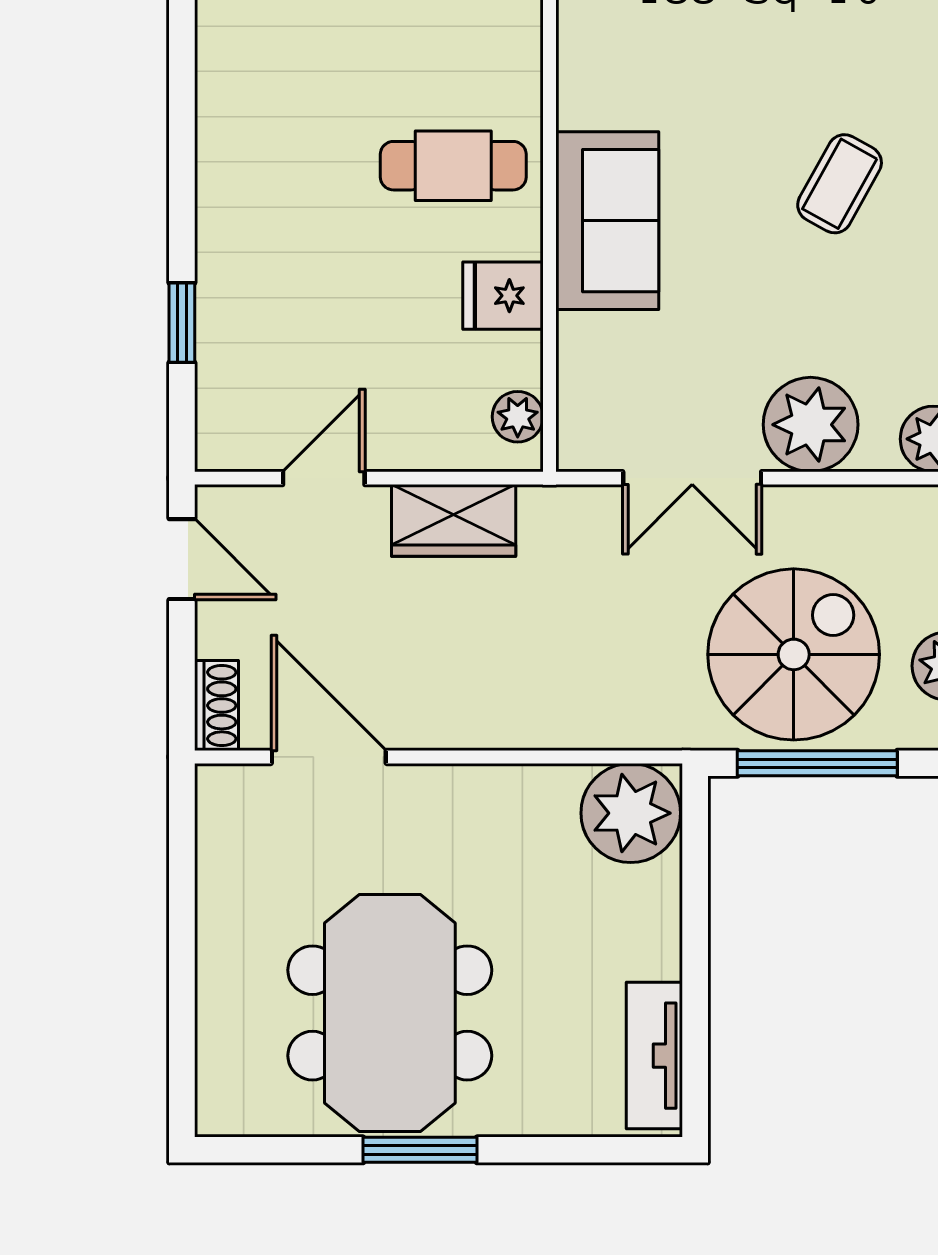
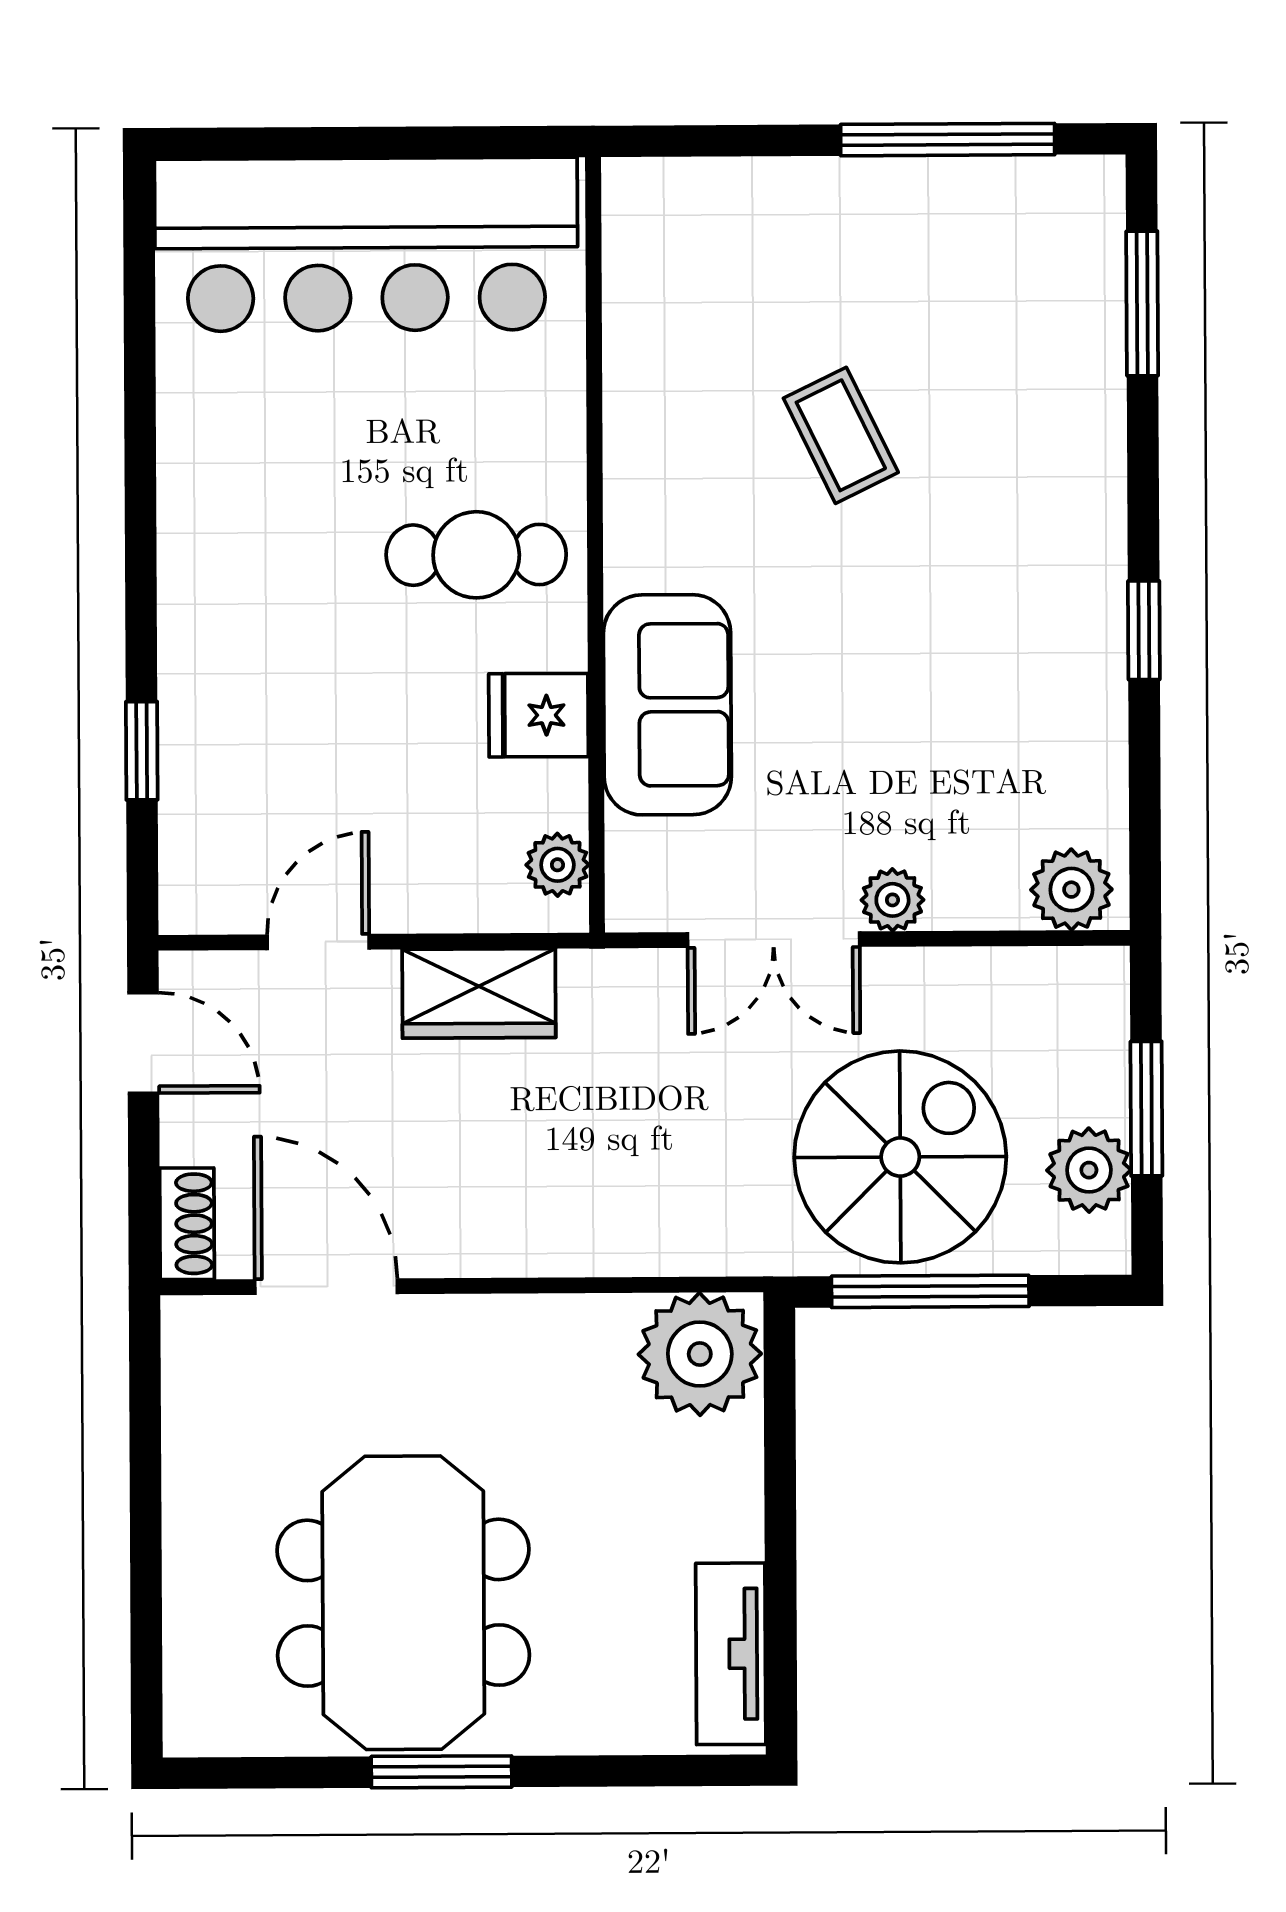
coffee table: (840, 184) -> (841, 435), moved, turned -55
sofa: (607, 221) -> (667, 705), moved
plant: (811, 425) -> (892, 900), width x0.53, depth x0.53

